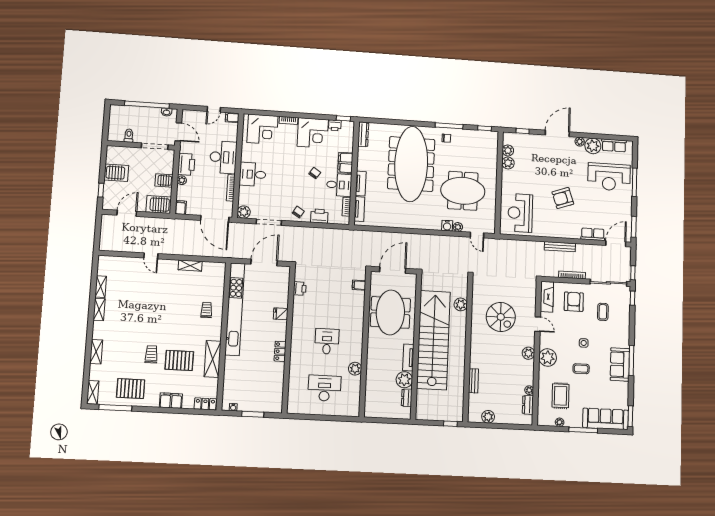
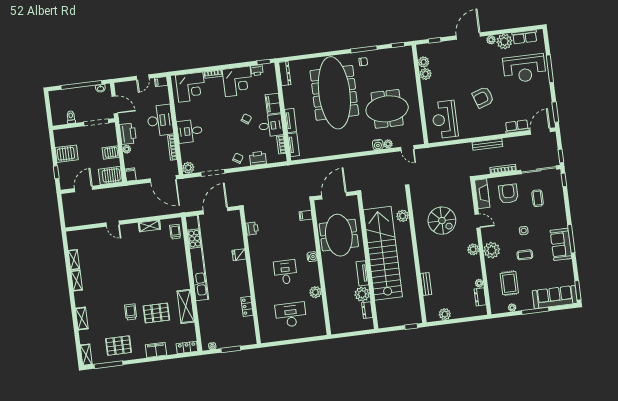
trolley: (206, 310) -> (175, 232), moved
water cooler: (358, 330) -> (312, 257), added
locker: (280, 351) -> (247, 306), moved

